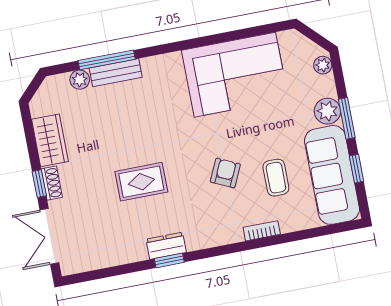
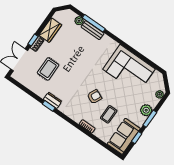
sofa: (332, 175) -> (124, 136), width x0.73
rug: (141, 182) -> (48, 69), moved, turned 90

